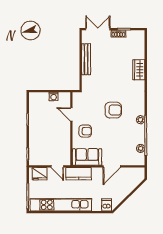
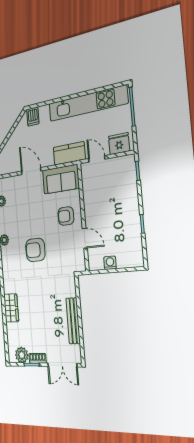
plant: (132, 36) -> (22, 355), added
door: (112, 166) -> (31, 171), hinge flipped

